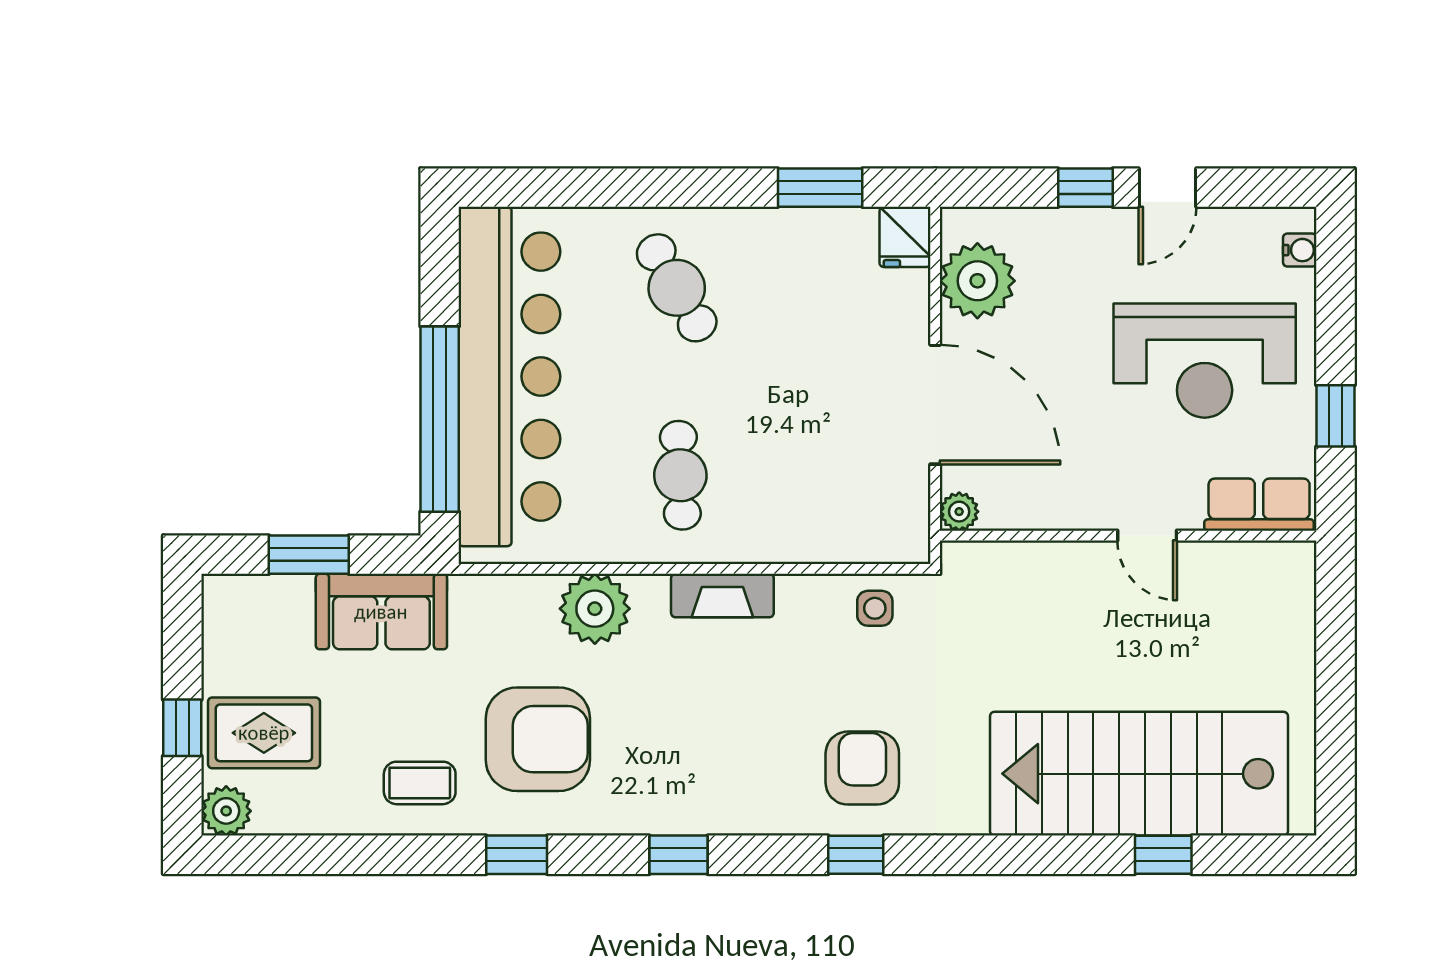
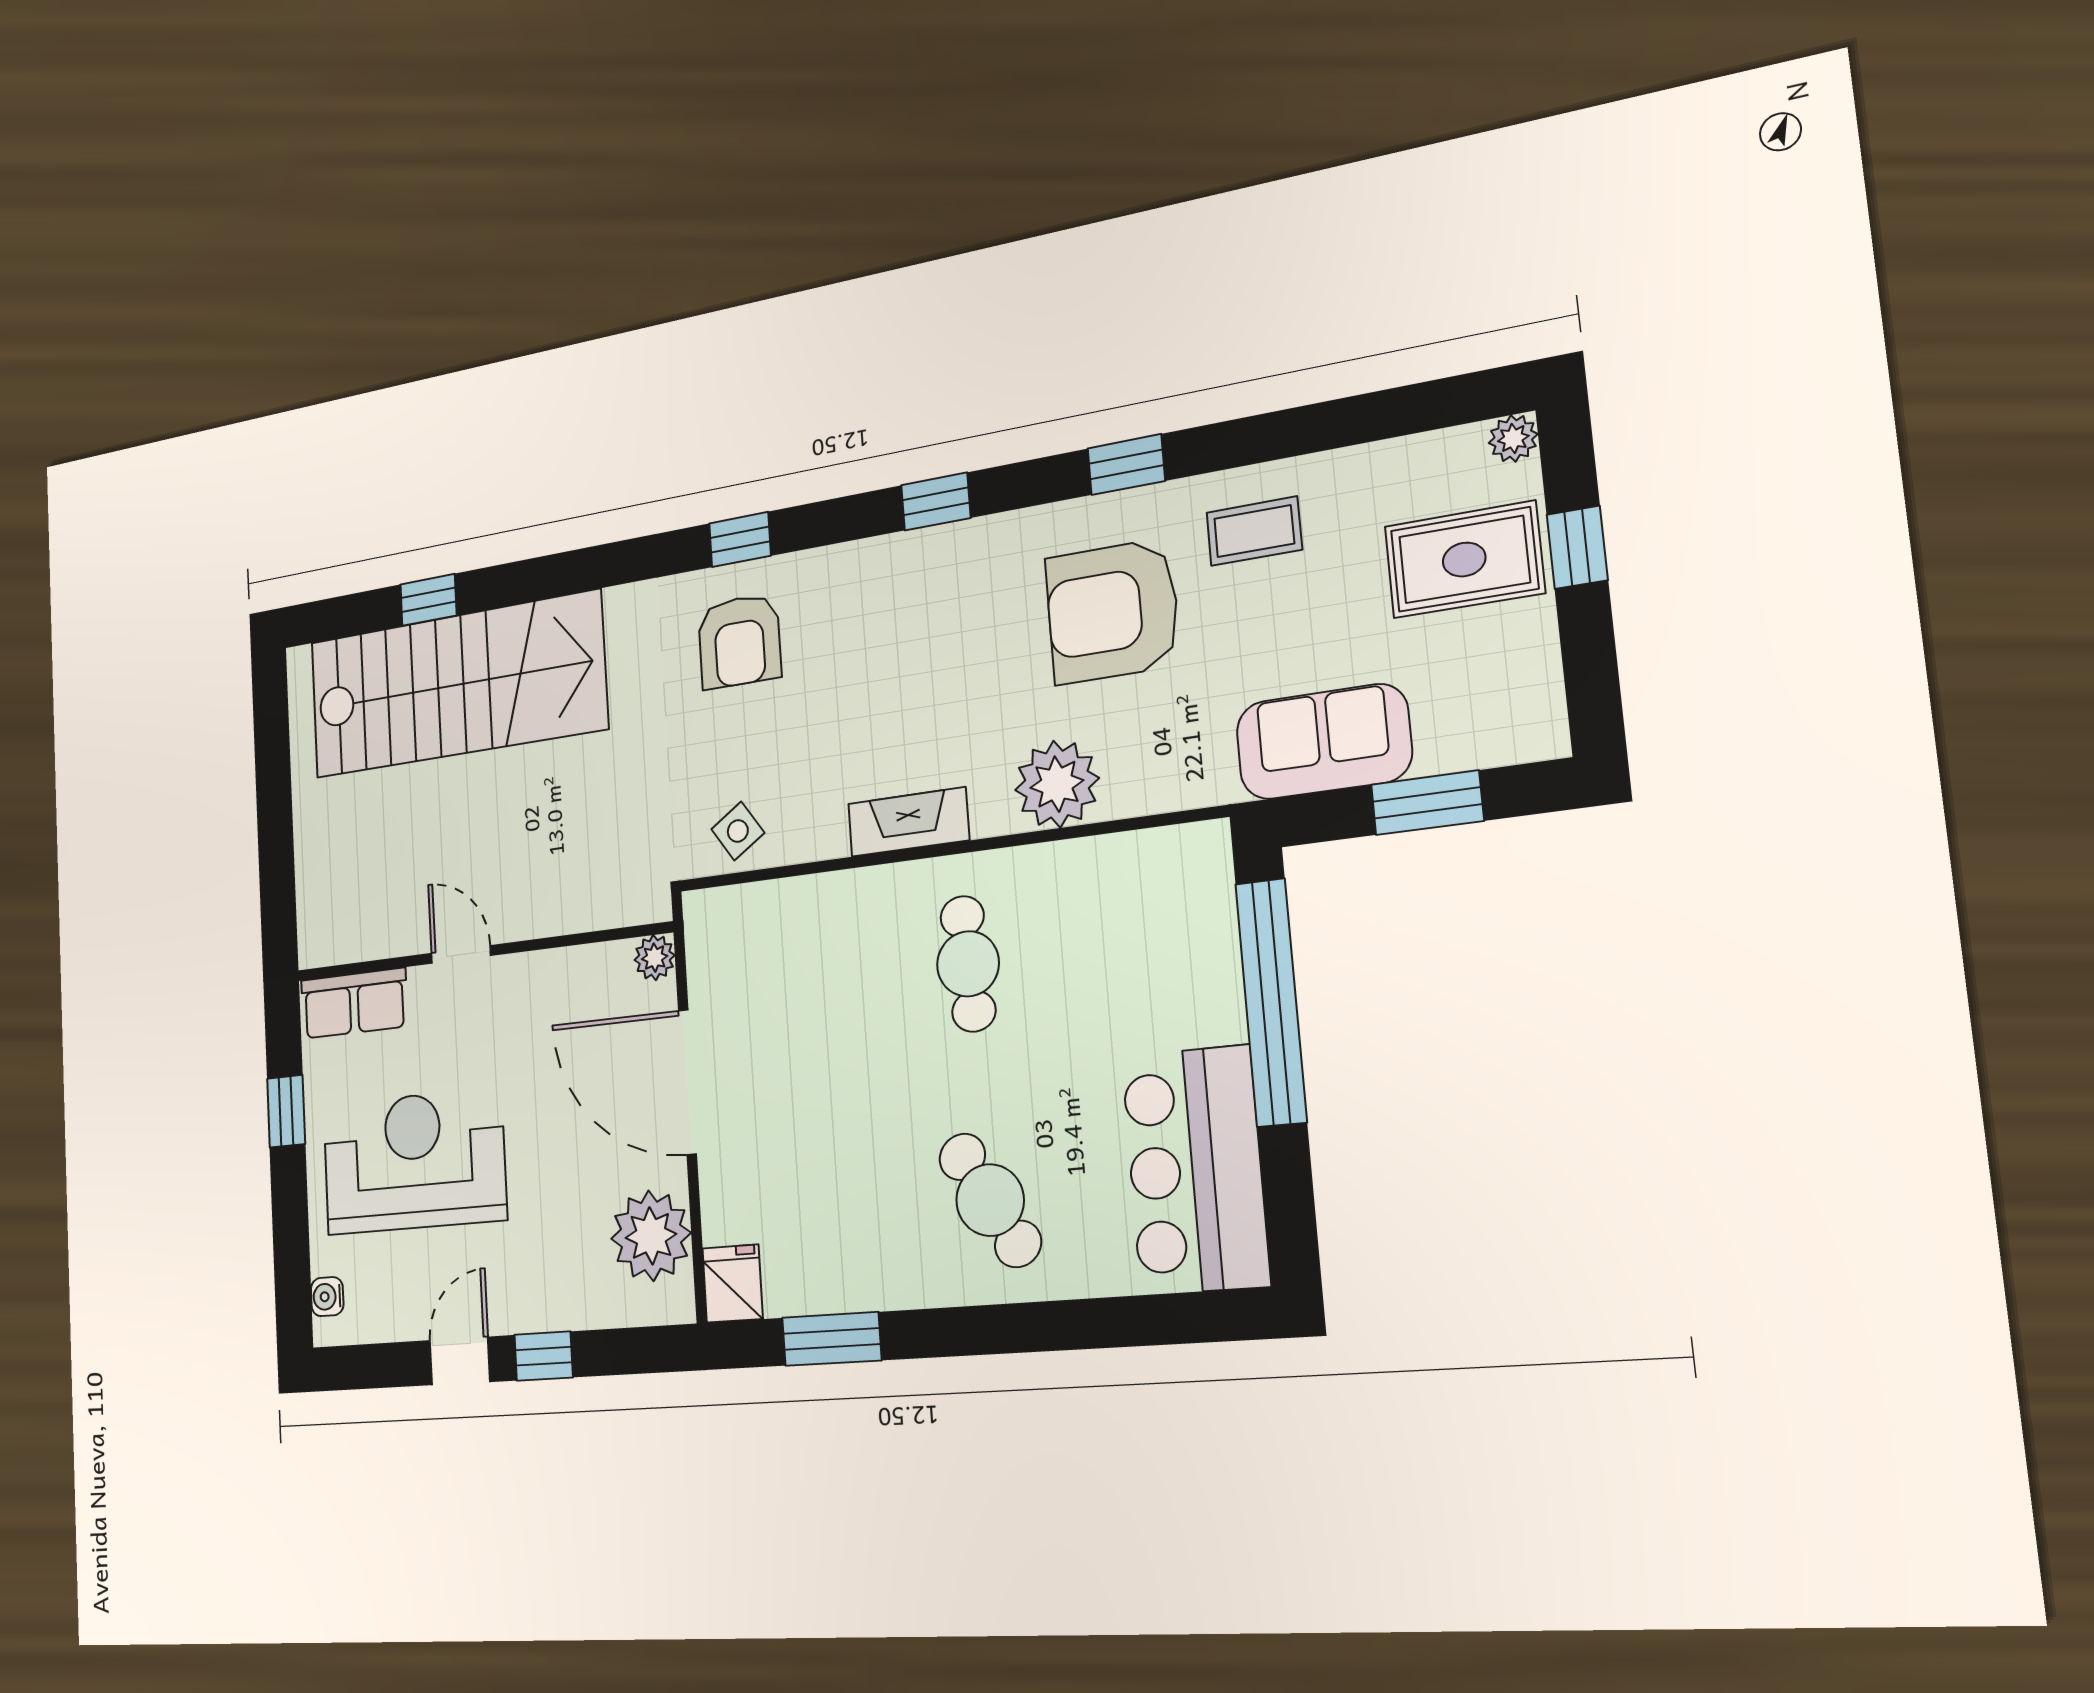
bar counter: (509, 377) -> (1195, 1170), width x0.54
side table: (875, 608) -> (738, 831), turned -34
plant: (226, 811) -> (1513, 438), width x0.73, depth x0.73

